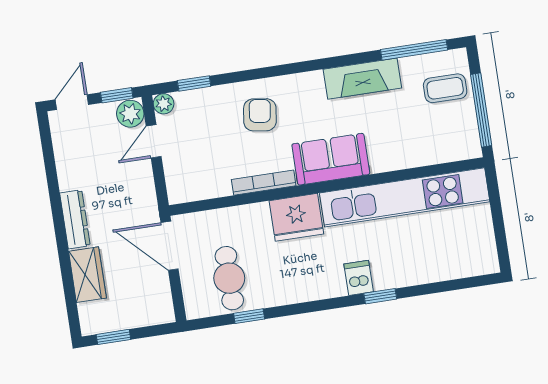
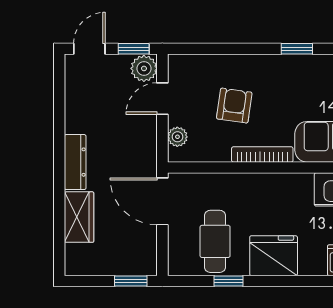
window: (194, 83) -> (297, 49), moved
plant: (164, 104) -> (177, 137), moved
armchair: (260, 115) -> (234, 106), moved
fridge: (296, 217) -> (274, 256), moved, turned 180
window: (113, 337) -> (131, 281), moved

